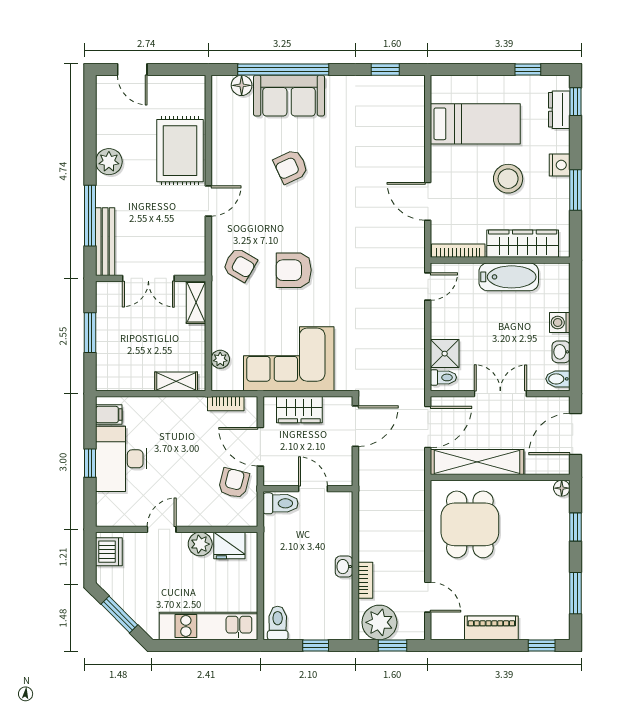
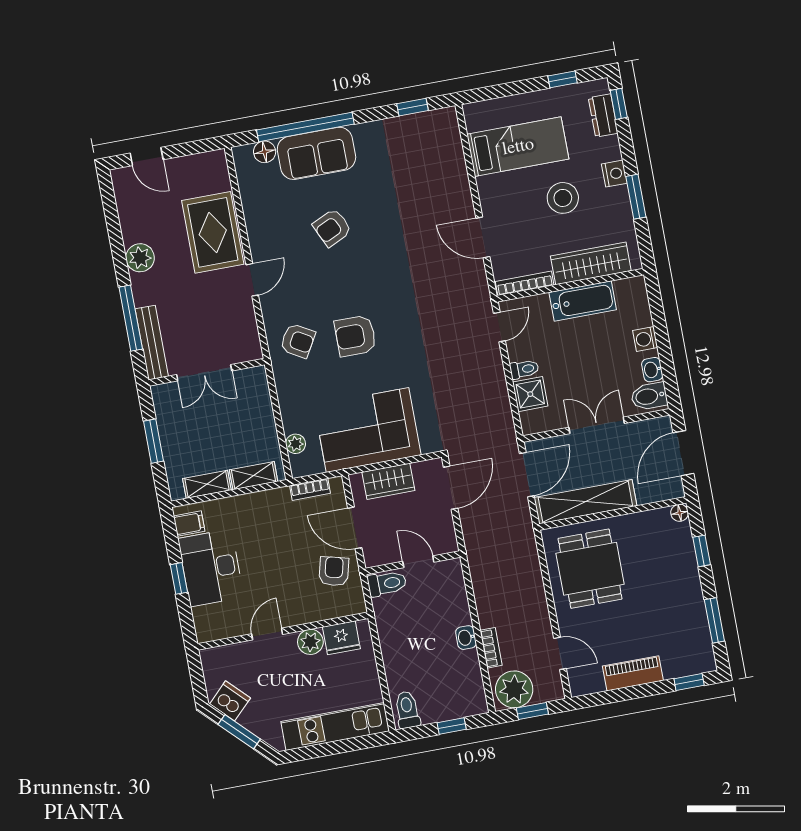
shelving: (196, 302) -> (207, 484), moved, turned 90
toilet: (443, 377) -> (524, 369), moved
bidet: (558, 379) -> (649, 396), width x1.38, depth x1.36
dishwasher: (109, 552) -> (230, 701), moved, turned -45

